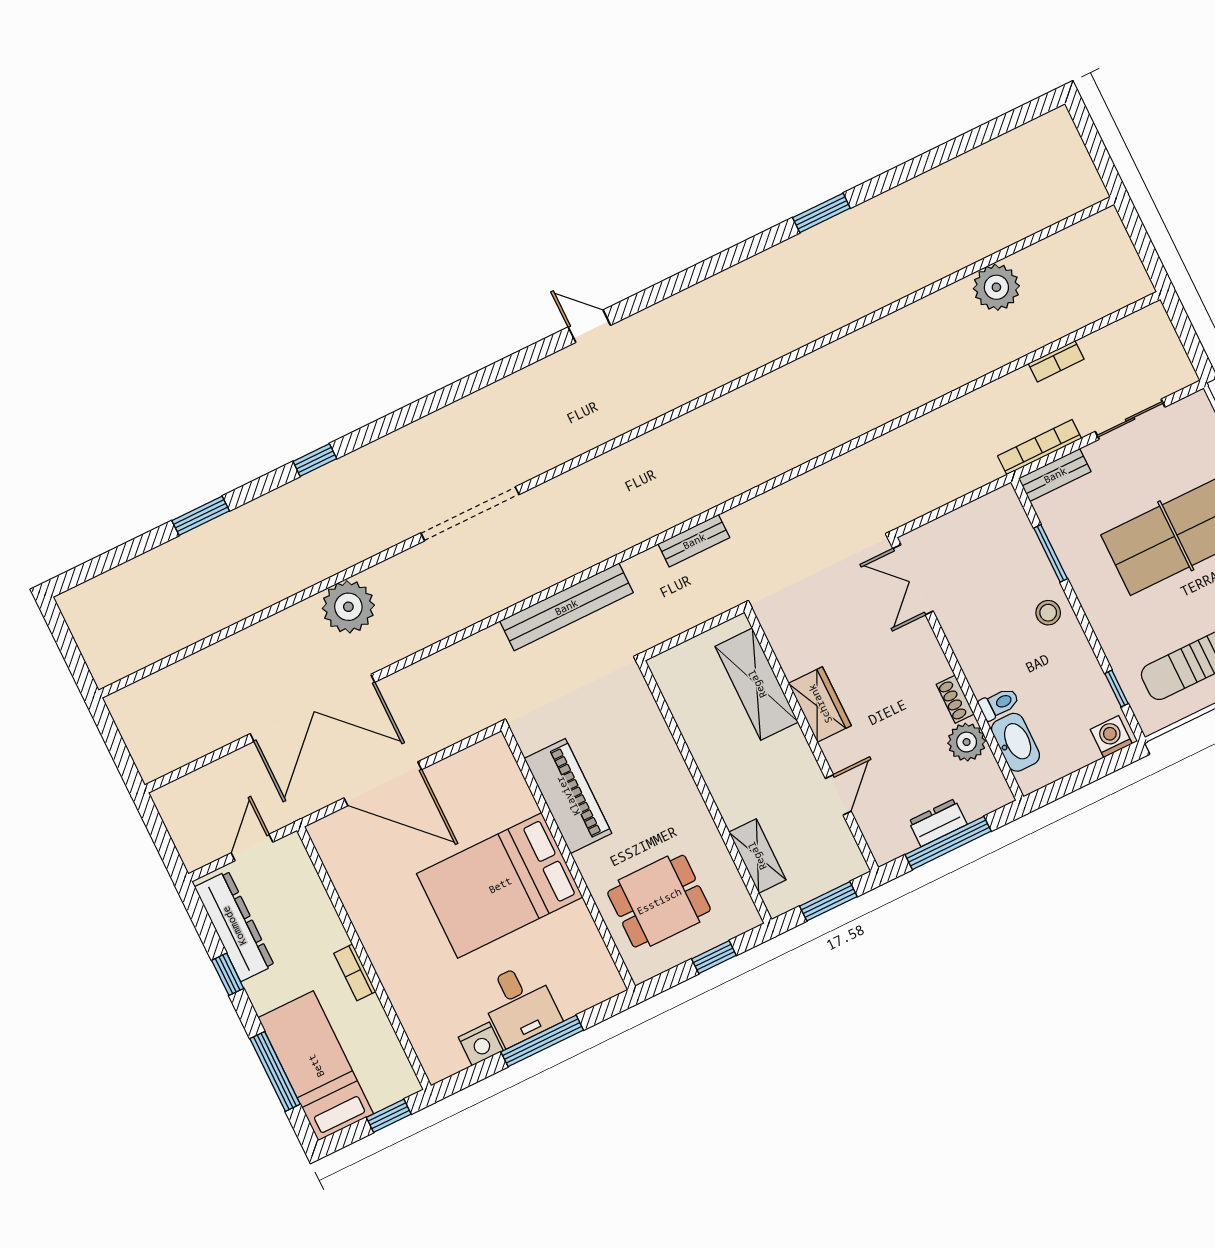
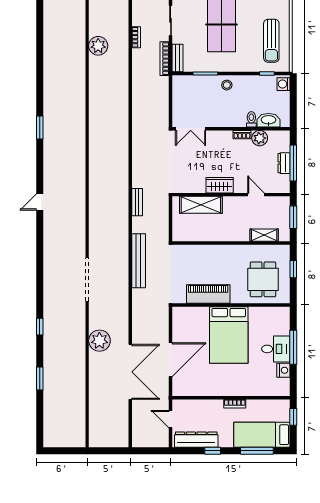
window: (821, 213) -> (40, 128), moved

